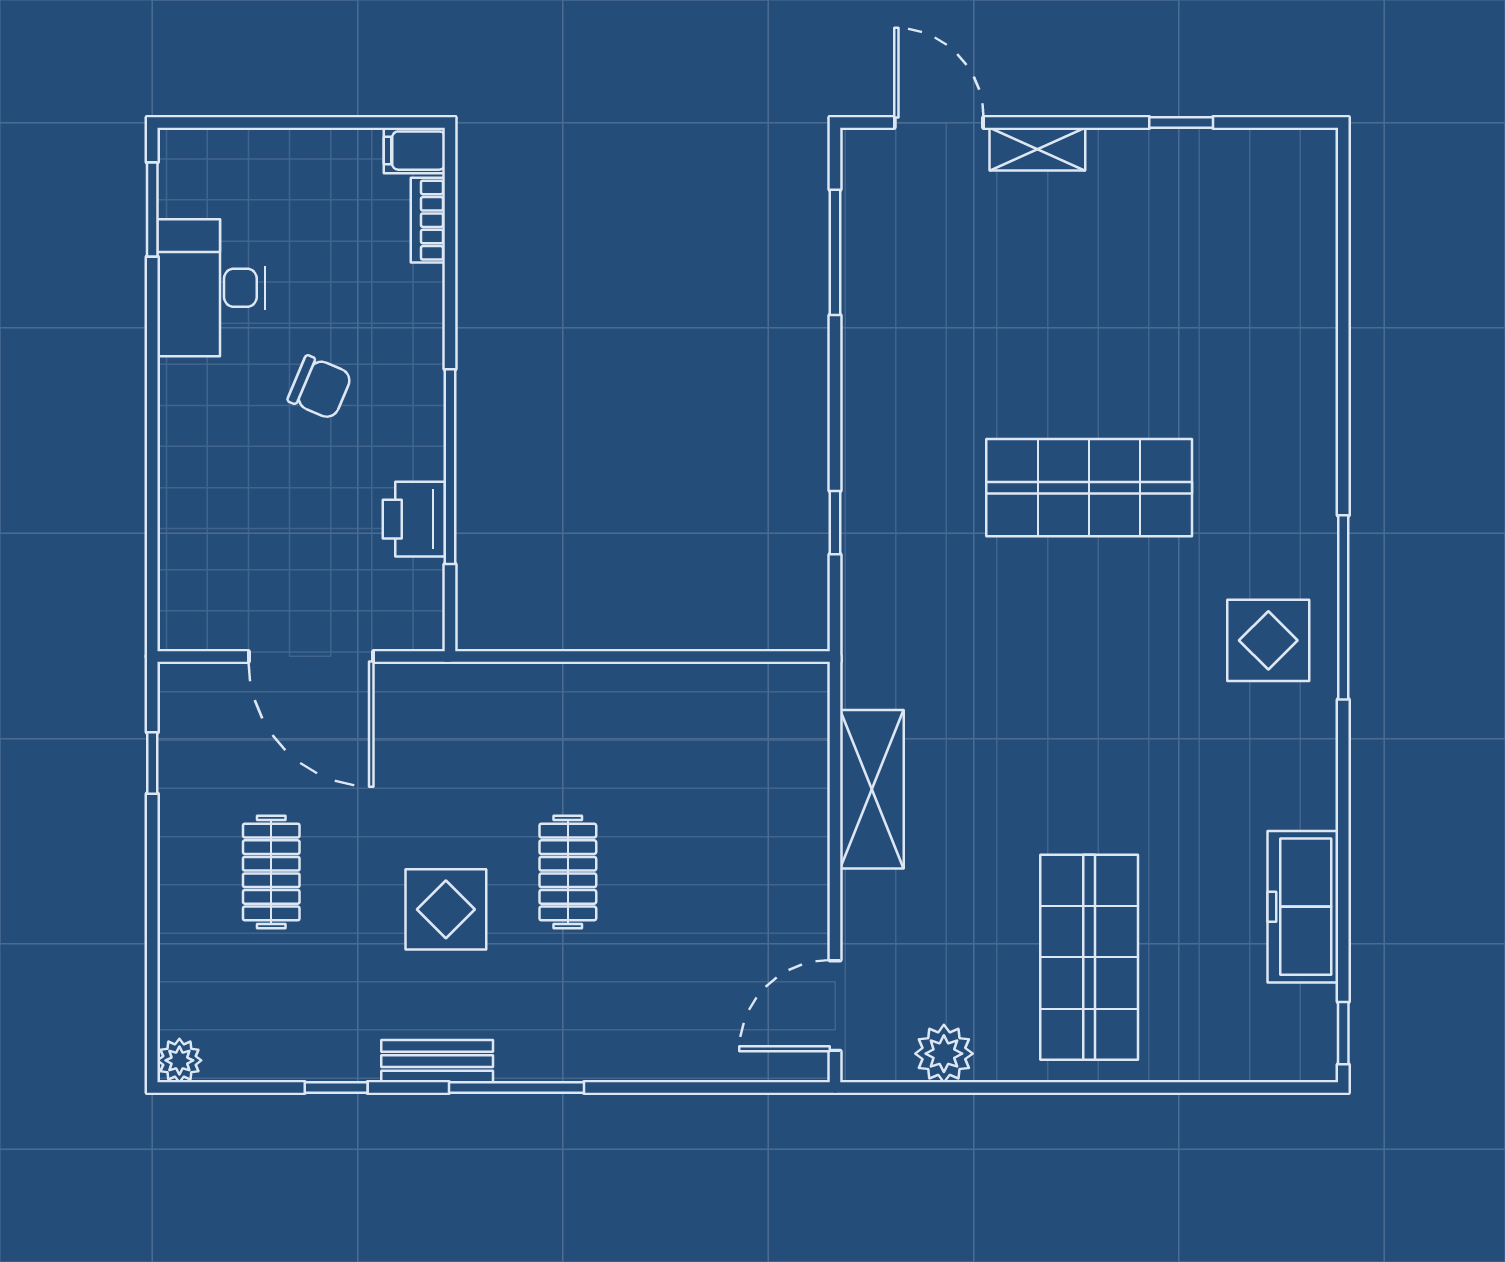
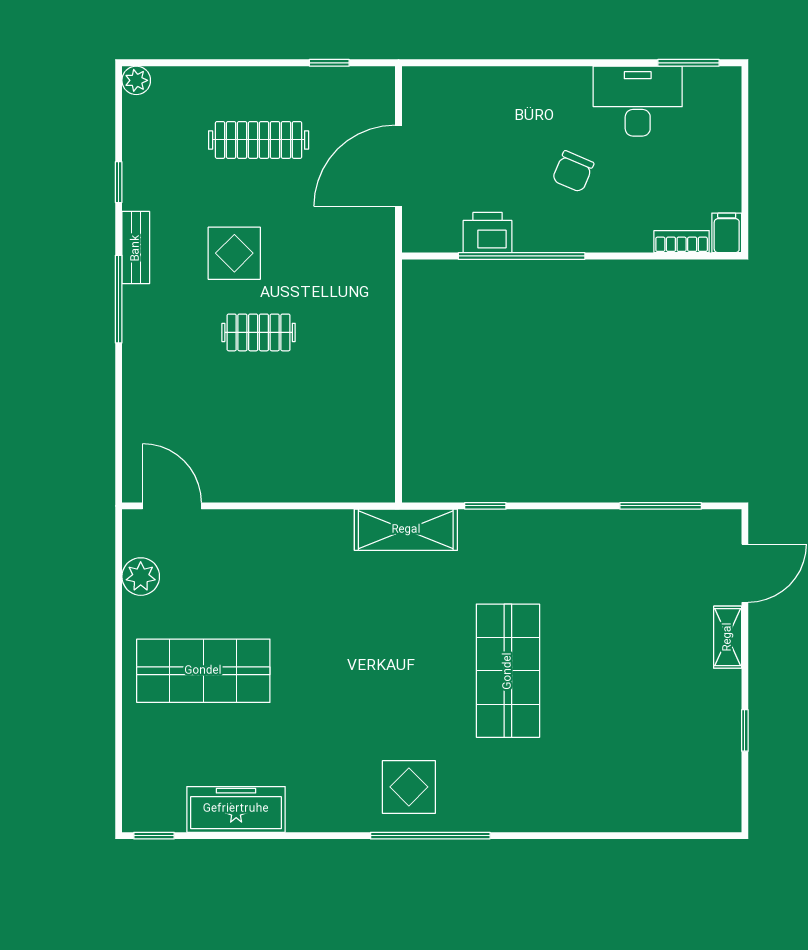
shelving: (872, 789) -> (406, 530), moved
clothes rail: (271, 872) -> (259, 140), width x1.36

